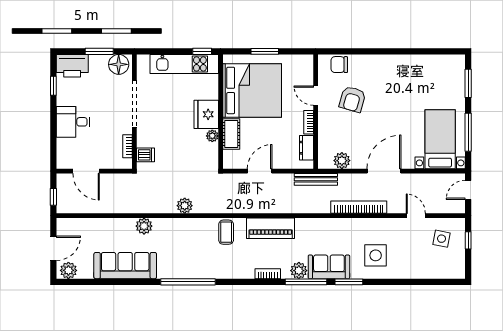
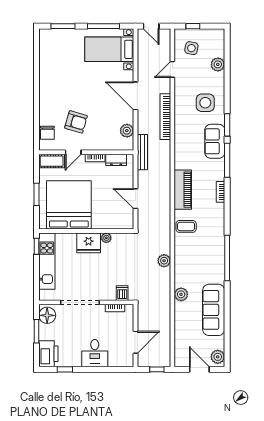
cot: (231, 134) -> (52, 161), moved
plant: (299, 271) -> (218, 64), moved

